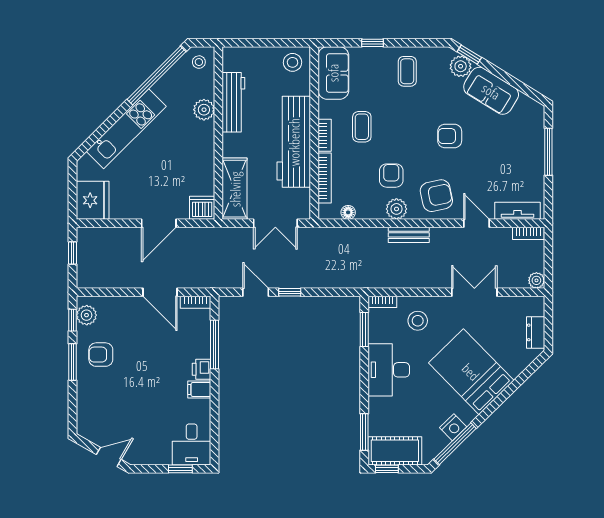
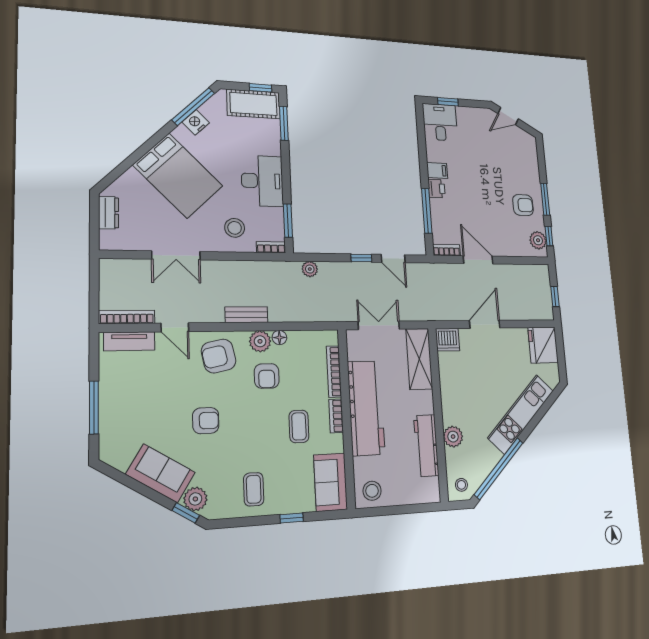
floor lamp: (348, 212) -> (279, 338), moved
bookcase: (528, 233) -> (127, 317), width x1.56
plant: (536, 280) -> (310, 269), moved

